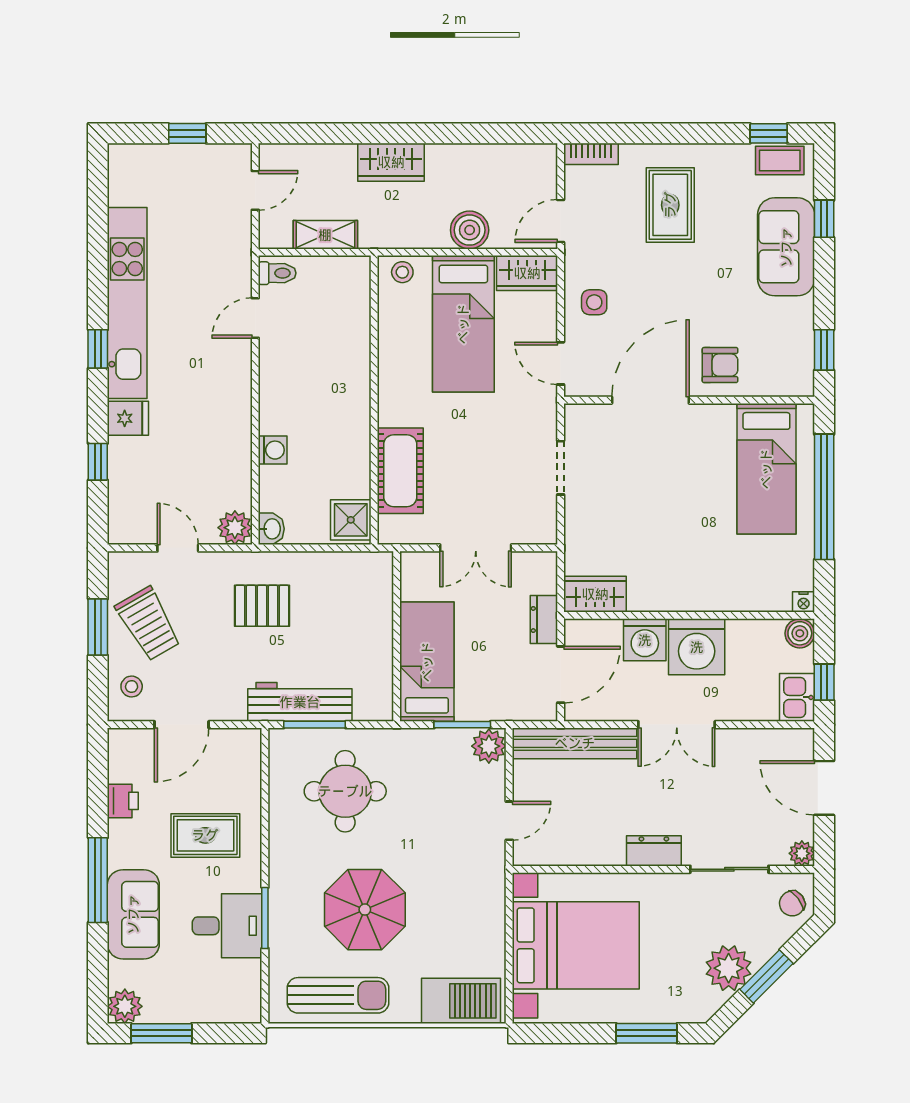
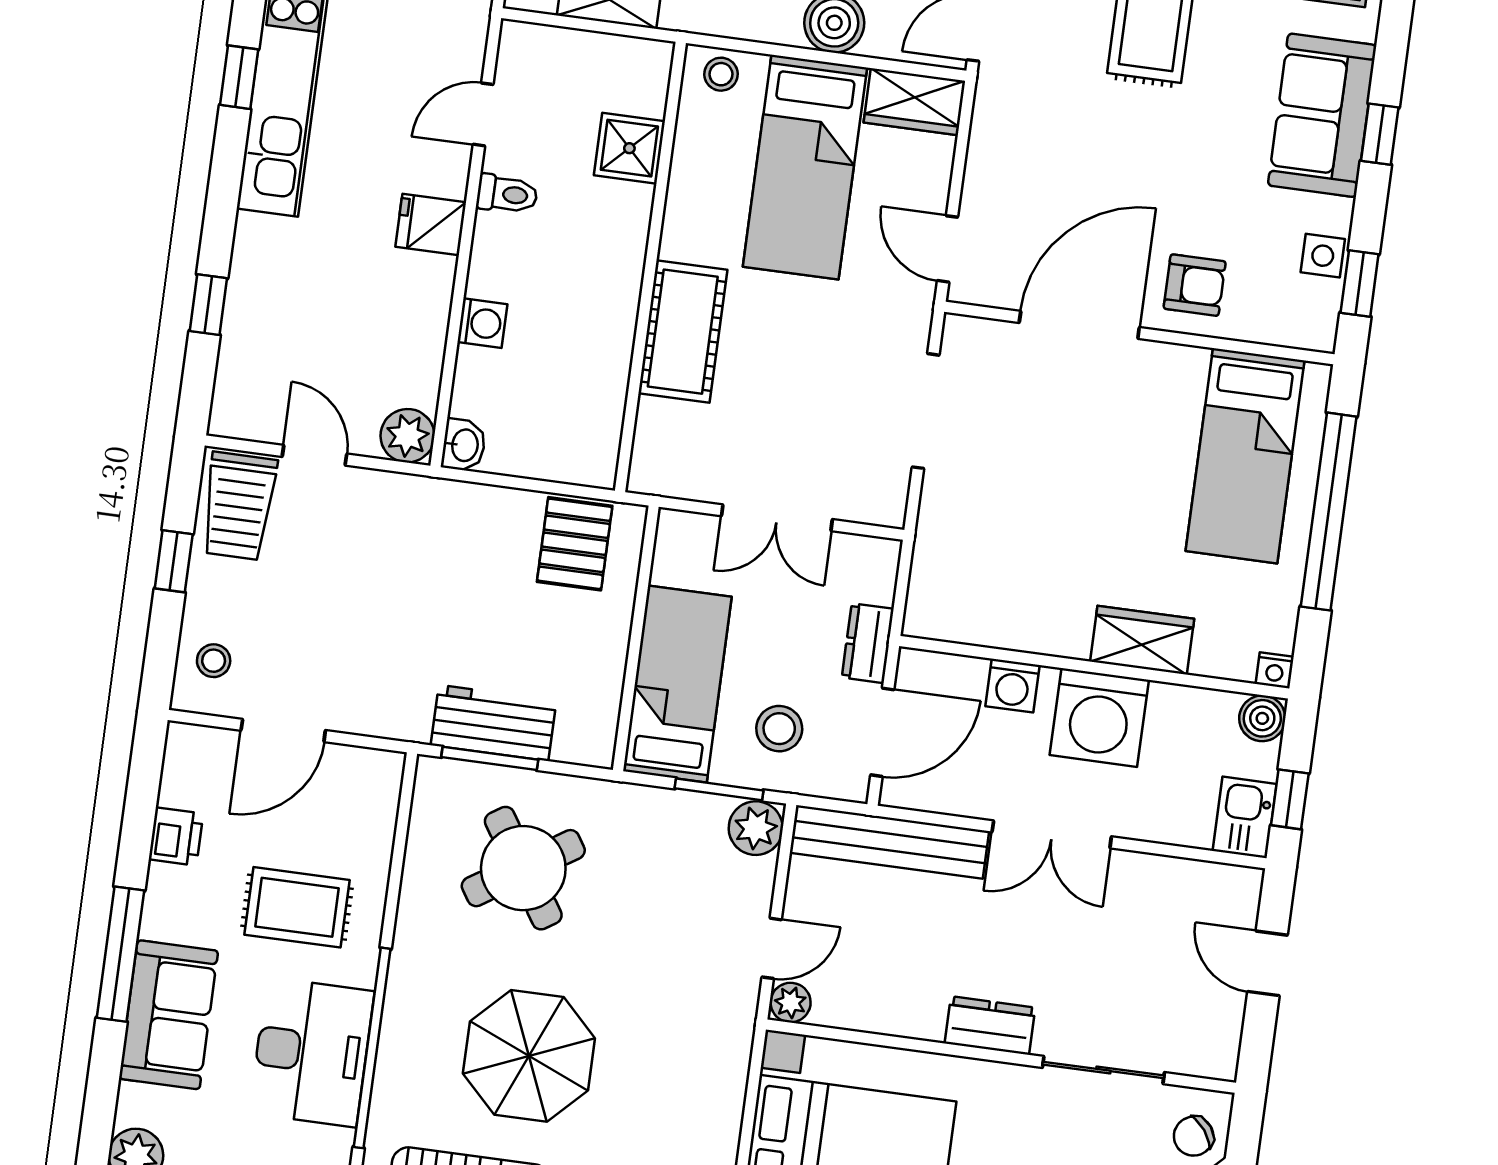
window: (824, 219) -> (1380, 134), moved
toilet: (277, 273) -> (507, 194), moved
side table: (594, 302) -> (1323, 256), moved
window: (98, 349) -> (239, 77), moved
fridge: (128, 418) -> (431, 225), moved, turned 180
doorway: (561, 468) -> (926, 411), width x1.38
cot: (400, 471) -> (683, 332), moved
shower: (351, 520) -> (629, 148), moved
wardrobe: (595, 594) -> (1142, 640), moved
pallet: (262, 606) -> (575, 544), moved, turned 90
trolley: (148, 624) -> (239, 506), moved, turned 30
window: (98, 627) -> (174, 561), width x0.67
washing machine: (645, 640) -> (1012, 686), width x0.73, depth x0.73
stool: (495, 681) -> (779, 729), added
workbench: (300, 702) -> (494, 723), width x0.73
door: (824, 788) -> (1268, 963), width x0.73
round table: (345, 791) -> (523, 868), turned -33
plant: (802, 853) -> (791, 1003), moved
window: (265, 918) -> (372, 1048), width x2.11
desk: (227, 926) -> (312, 1052), width x1.37

